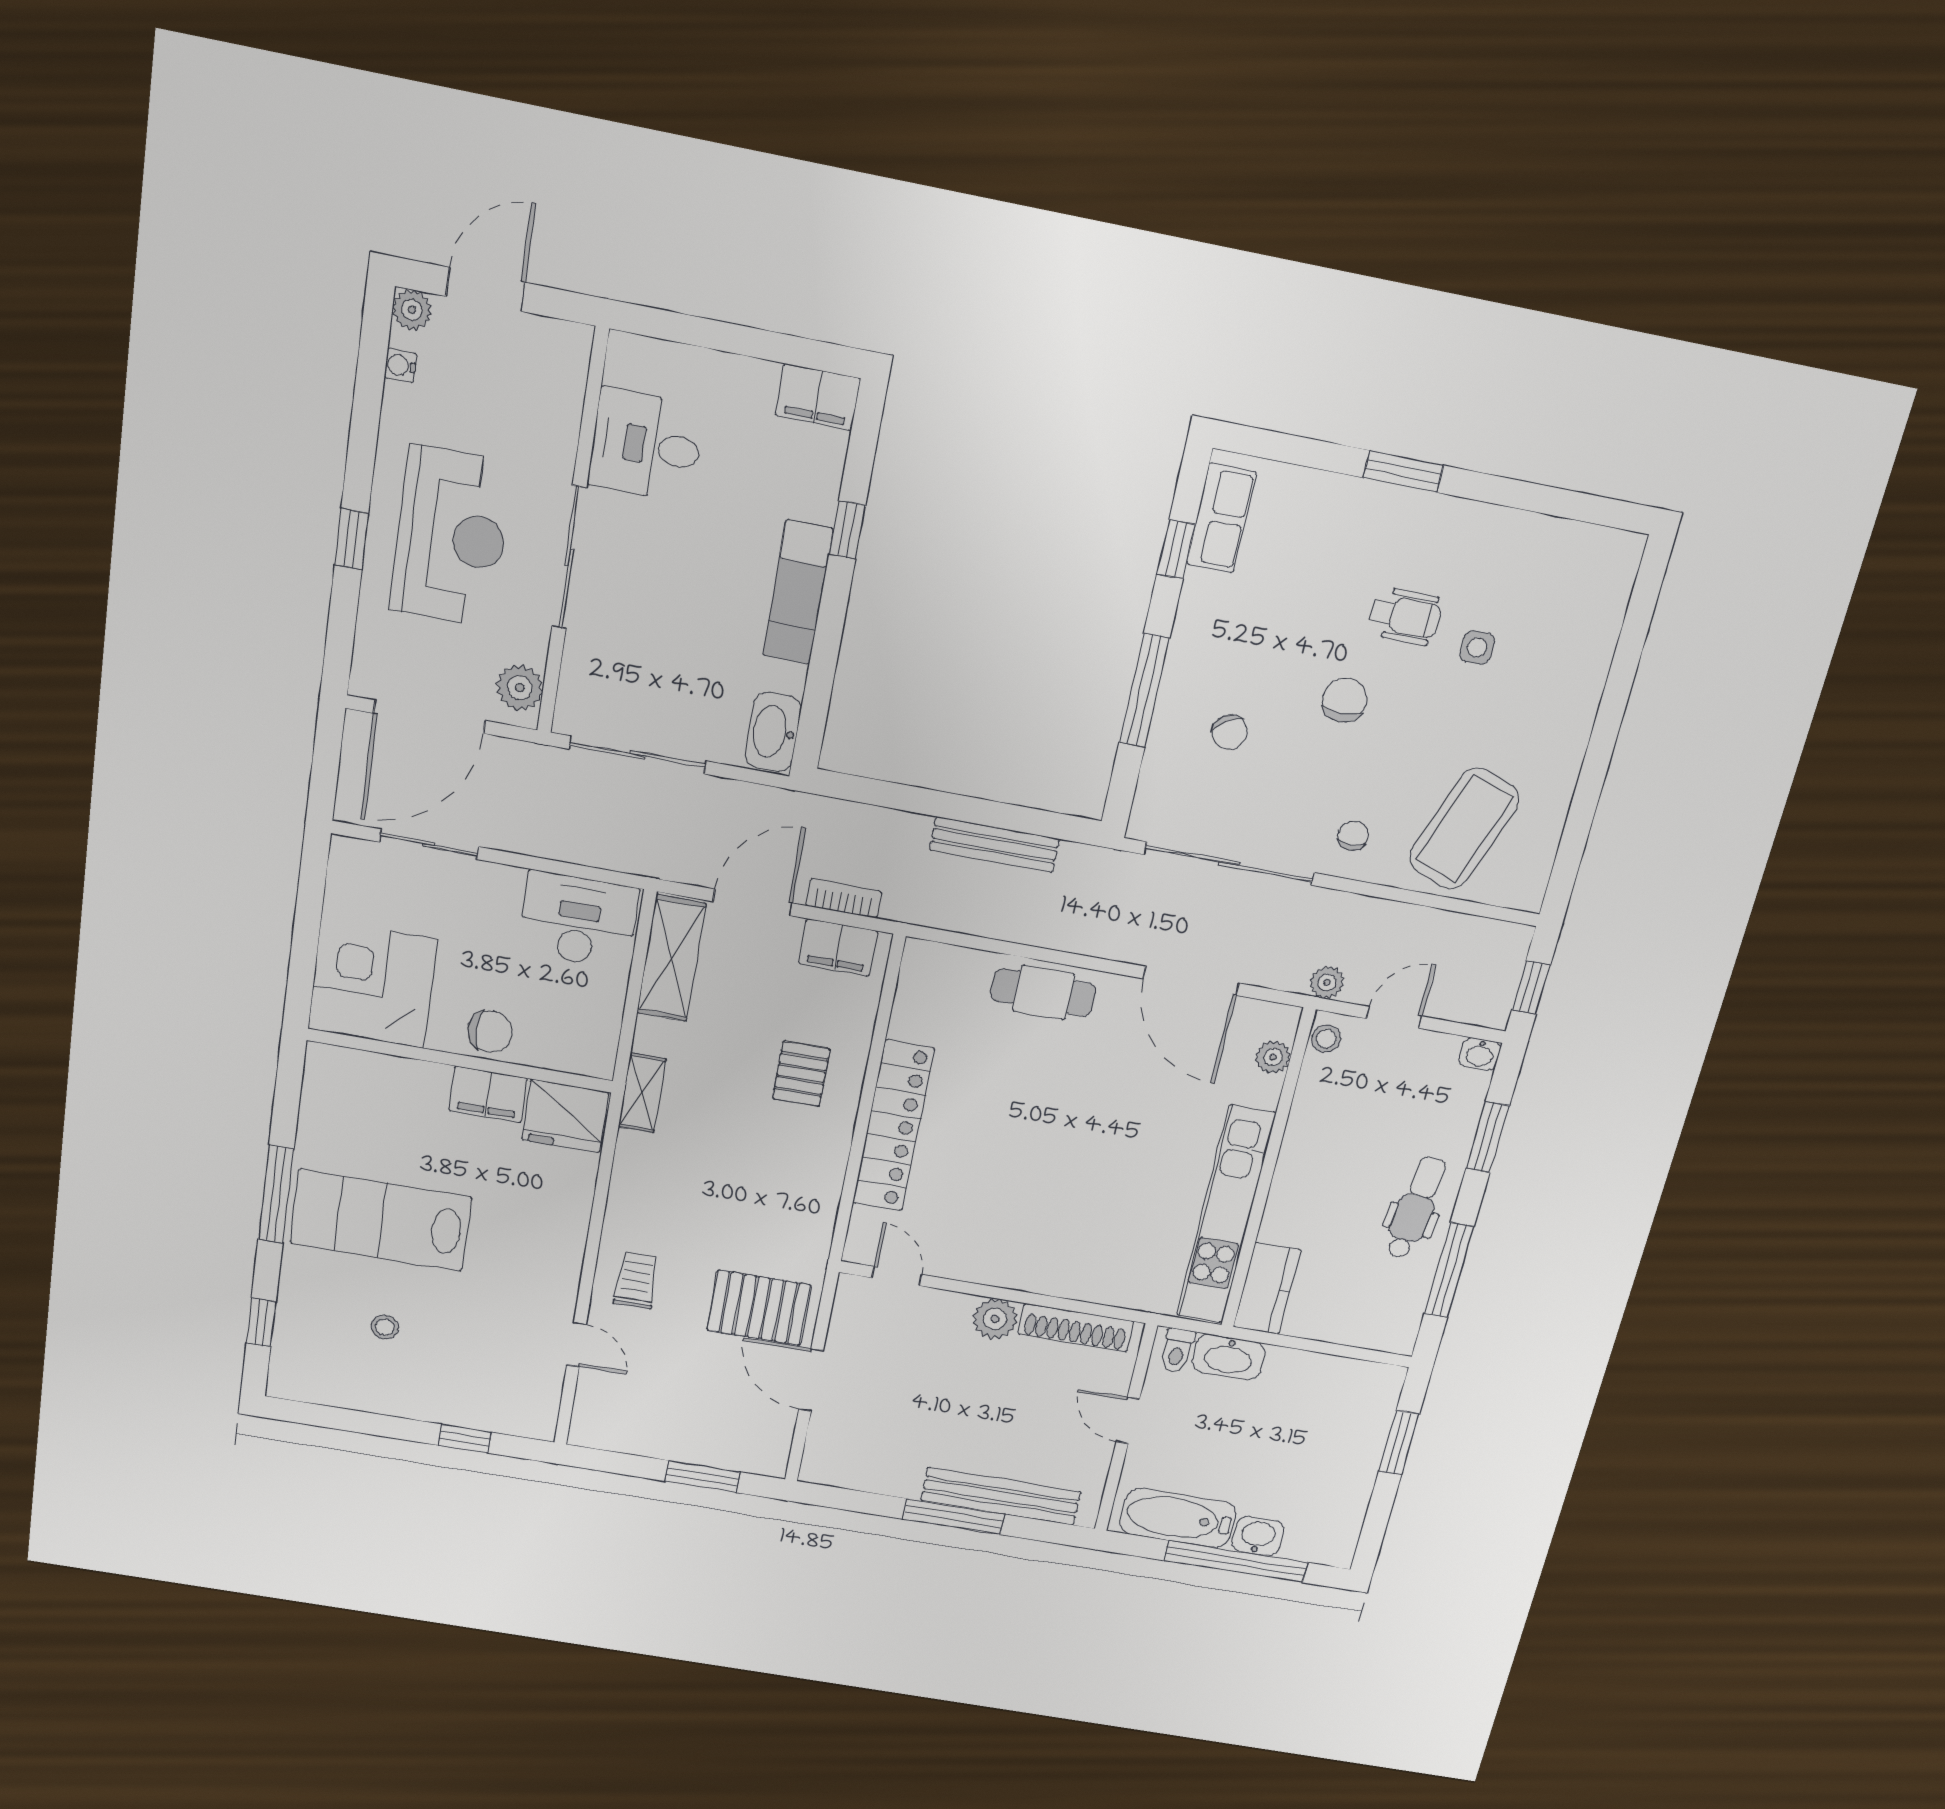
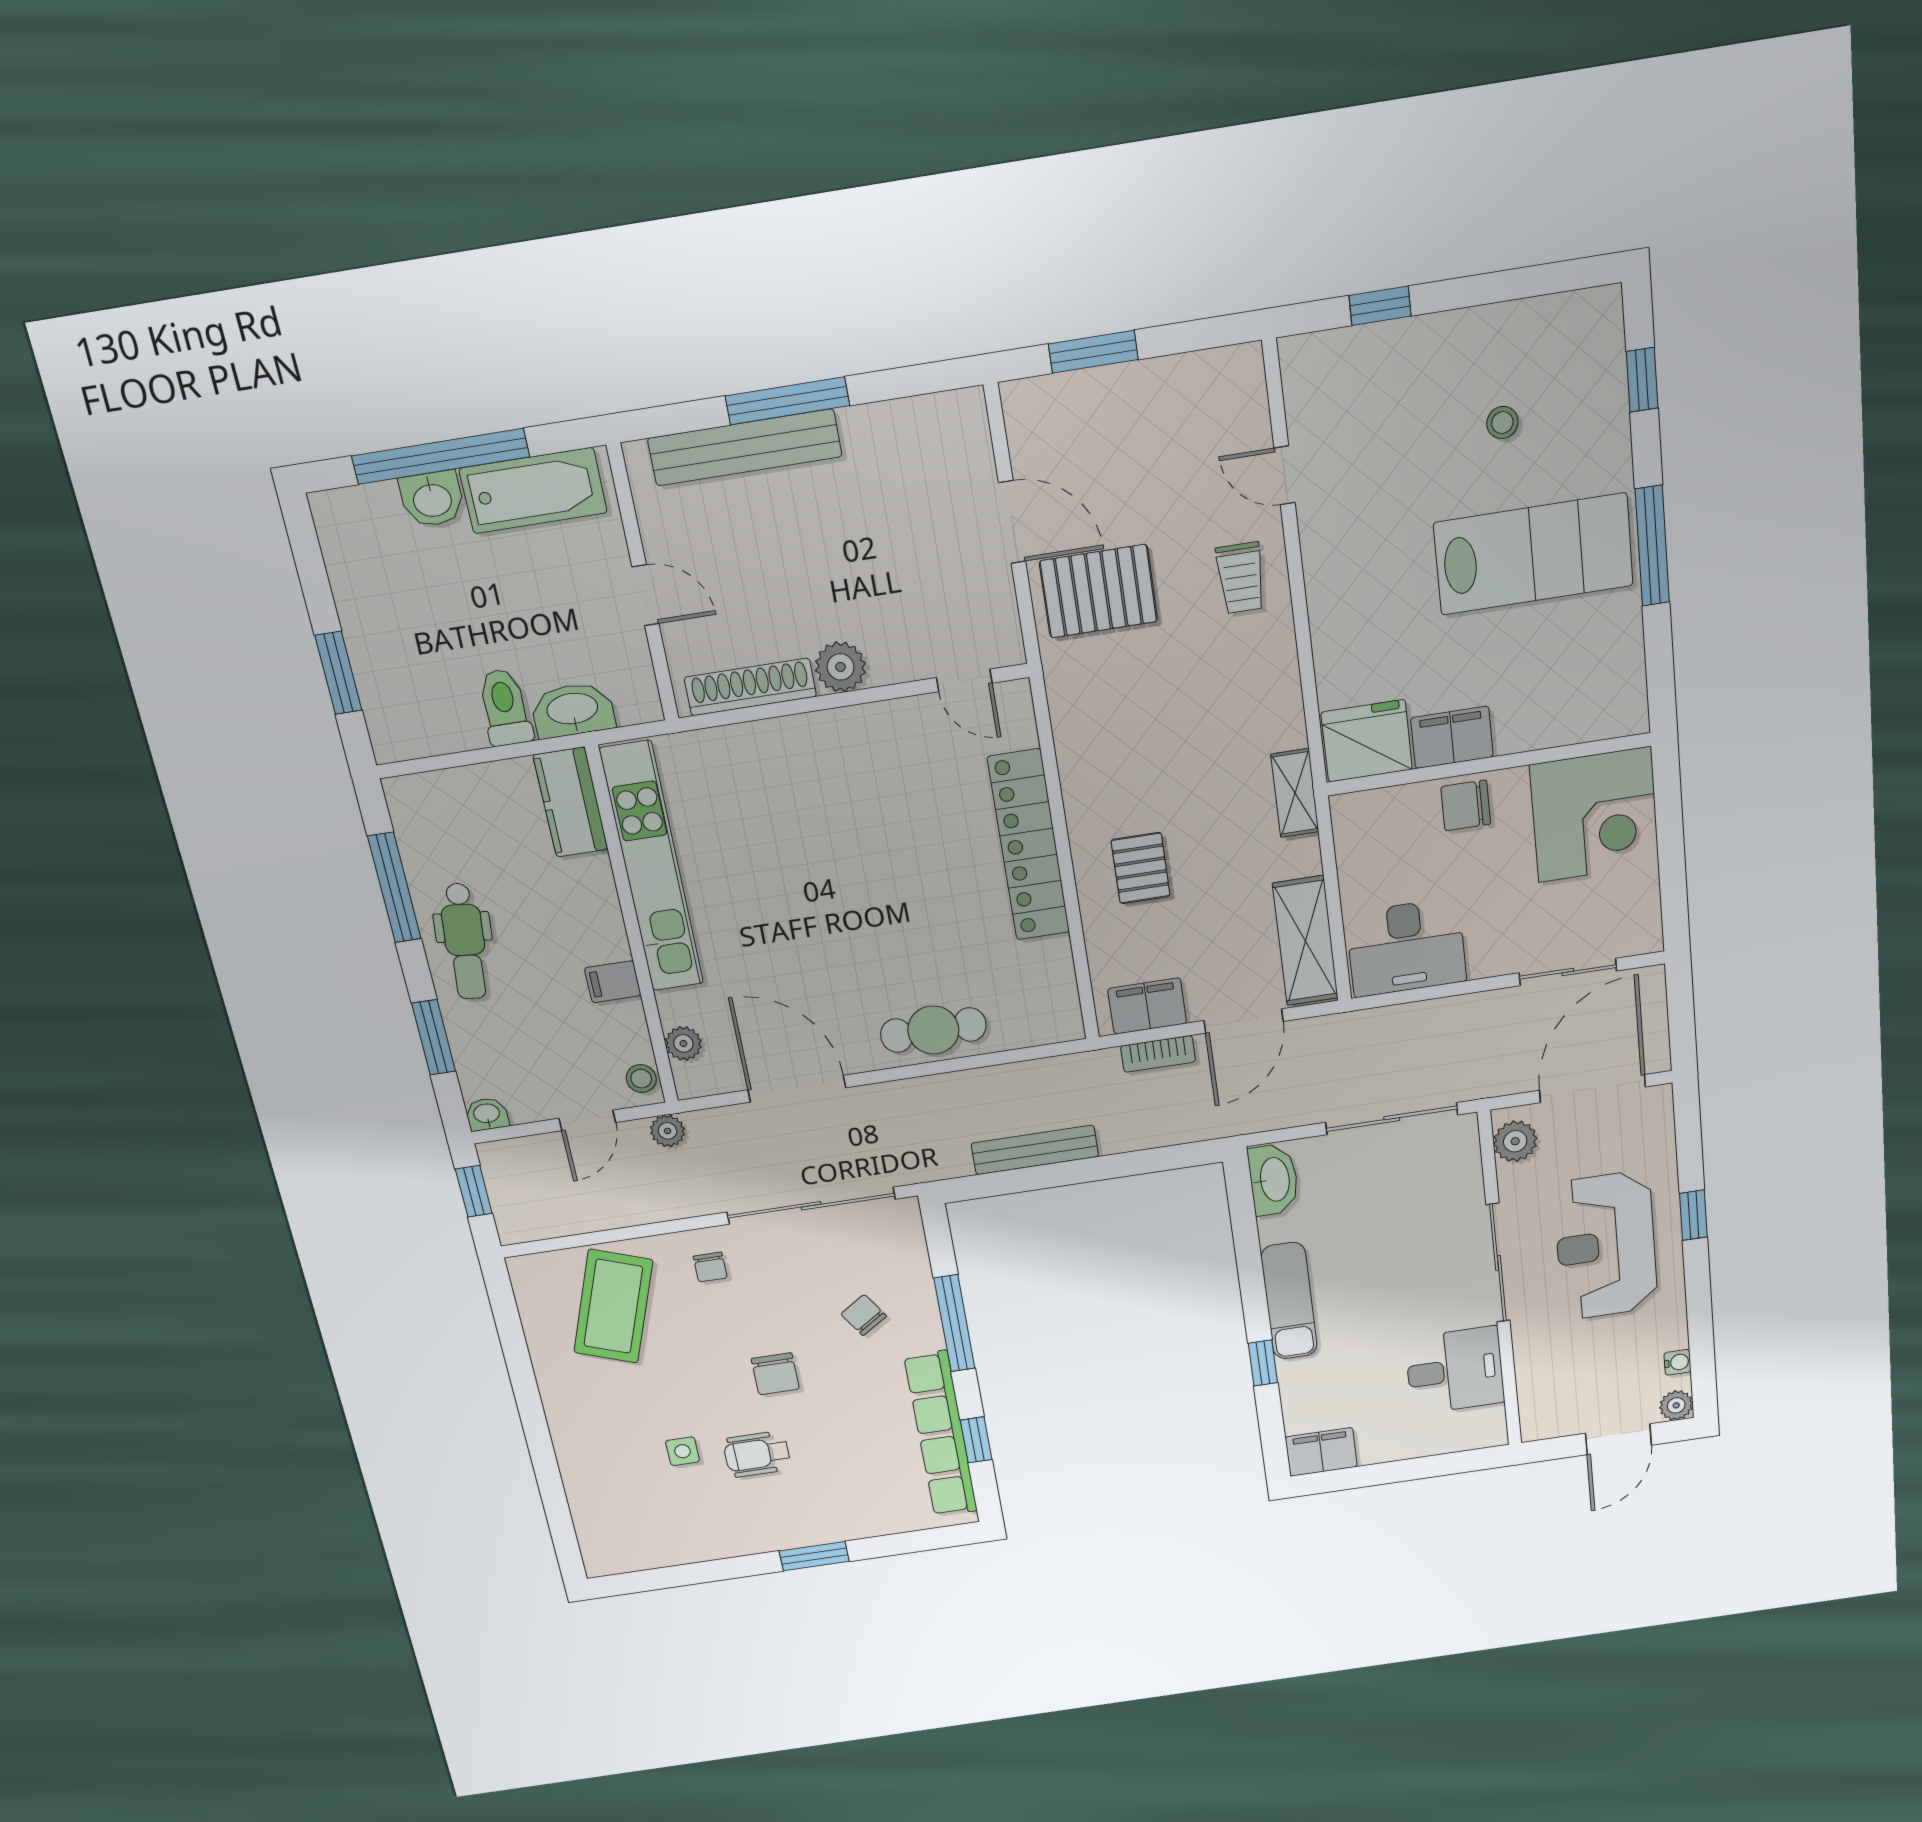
row of seats: (1221, 518) -> (941, 1434), width x2.02
filing cabinet: (1308, 1132) -> (613, 982), added
toilet: (1177, 1350) -> (505, 707), moved, width x1.37, depth x1.39

